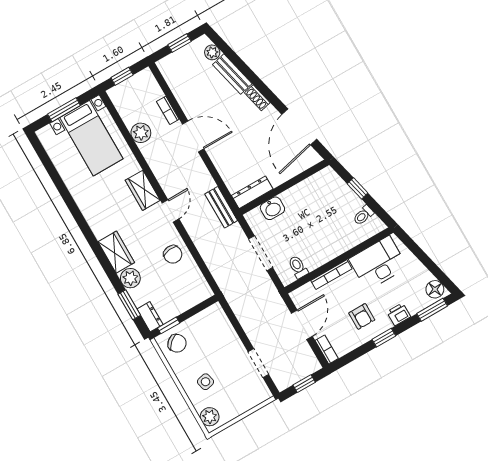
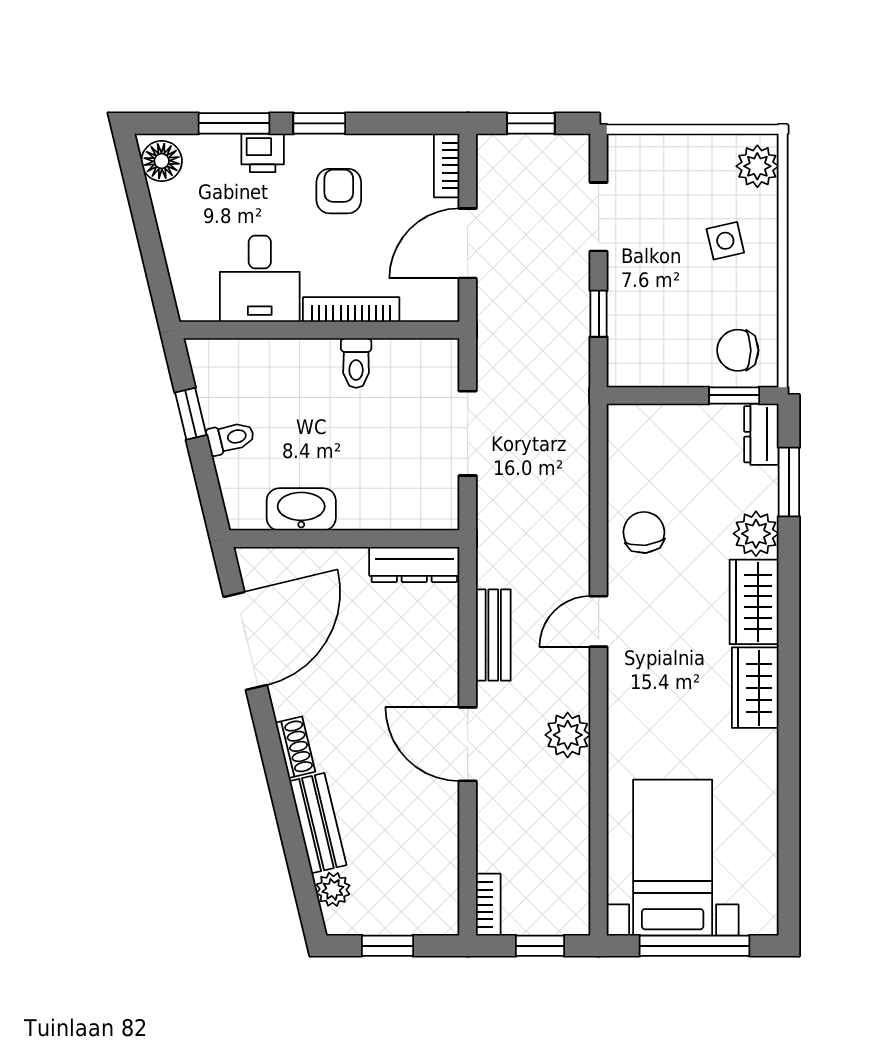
window: (64, 110) -> (694, 946), width x1.44
bookcase: (168, 110) -> (488, 905), moved
plant: (141, 133) -> (568, 735), moved
window: (358, 188) -> (191, 414), moved
wardrobe: (143, 190) -> (755, 688), moved, turned 180
bench: (221, 207) -> (493, 635), moved
washbasin: (272, 208) -> (301, 509), moved, width x1.38
toilet: (363, 215) -> (231, 438), moved
desk: (378, 263) -> (260, 279), width x0.73
toilet: (298, 267) -> (356, 363), moved
window: (432, 310) -> (234, 123), moved
window: (237, 327) -> (599, 314), added
chair: (177, 343) -> (738, 350), turned -49

